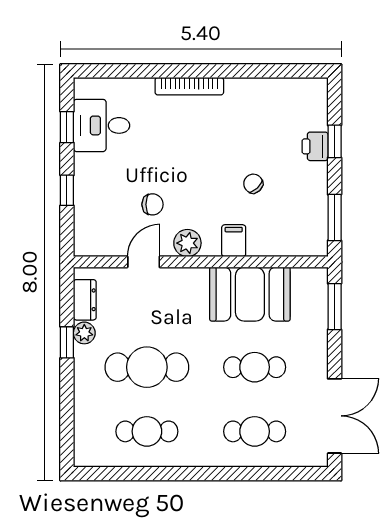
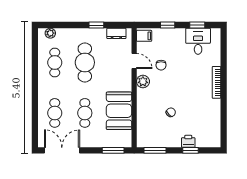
filing cabinet: (234, 241) -> (144, 36), moved
plant: (84, 333) -> (50, 33), moved
double door: (335, 416) -> (62, 150), swing flipped

